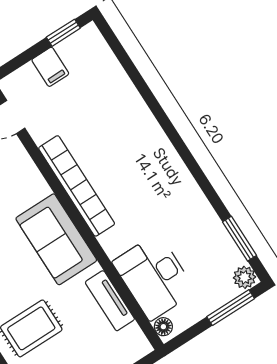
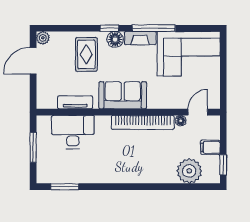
plant: (244, 277) -> (189, 171), moved, width x1.88, depth x1.88
window: (231, 308) -> (33, 147), moved
floor lamp: (163, 327) -> (181, 121), moved

